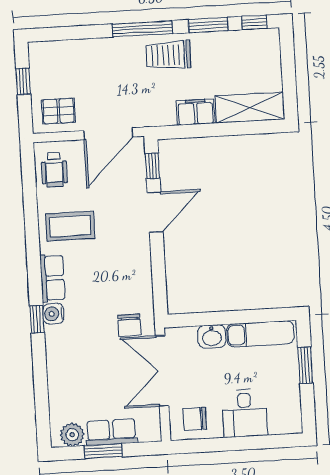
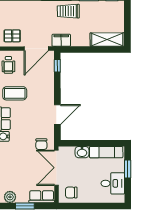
filing cabinet: (196, 112) -> (61, 40), moved
door: (155, 212) -> (57, 115), moved
desk: (245, 413) -> (113, 183), moved, turned -90
row of seats: (111, 432) -> (42, 197), moved

